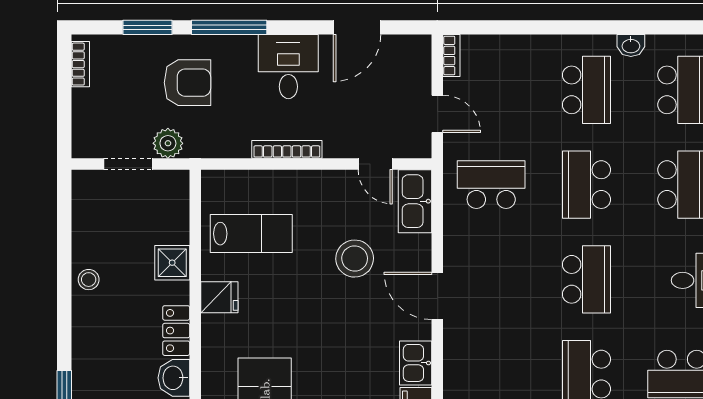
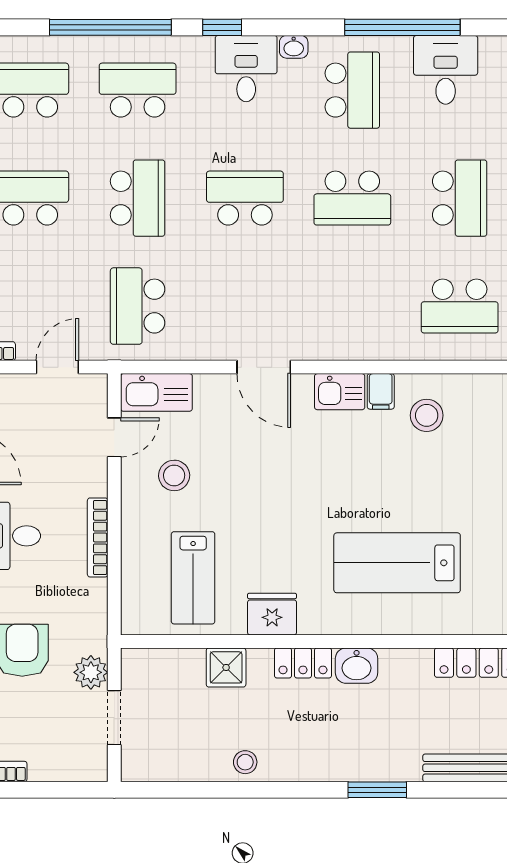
school desk: (586, 185) -> (138, 198), turned -90
lab bench: (251, 234) -> (193, 578), turned 180
stool: (355, 259) -> (174, 475), moved, width x0.73, depth x0.73
door: (437, 296) -> (264, 367), hinge flipped
fridge: (219, 297) -> (272, 614), width x1.38

